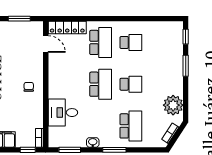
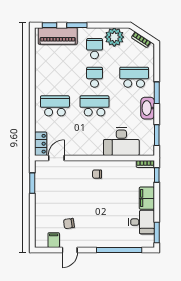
locker: (67, 27) -> (41, 144), width x0.66
school desk: (131, 42) -> (95, 49), moved
piano: (174, 45) -> (58, 36), added
desk: (63, 113) -> (121, 142), width x1.37
washbasin: (93, 142) -> (148, 108), width x1.91, depth x1.45

